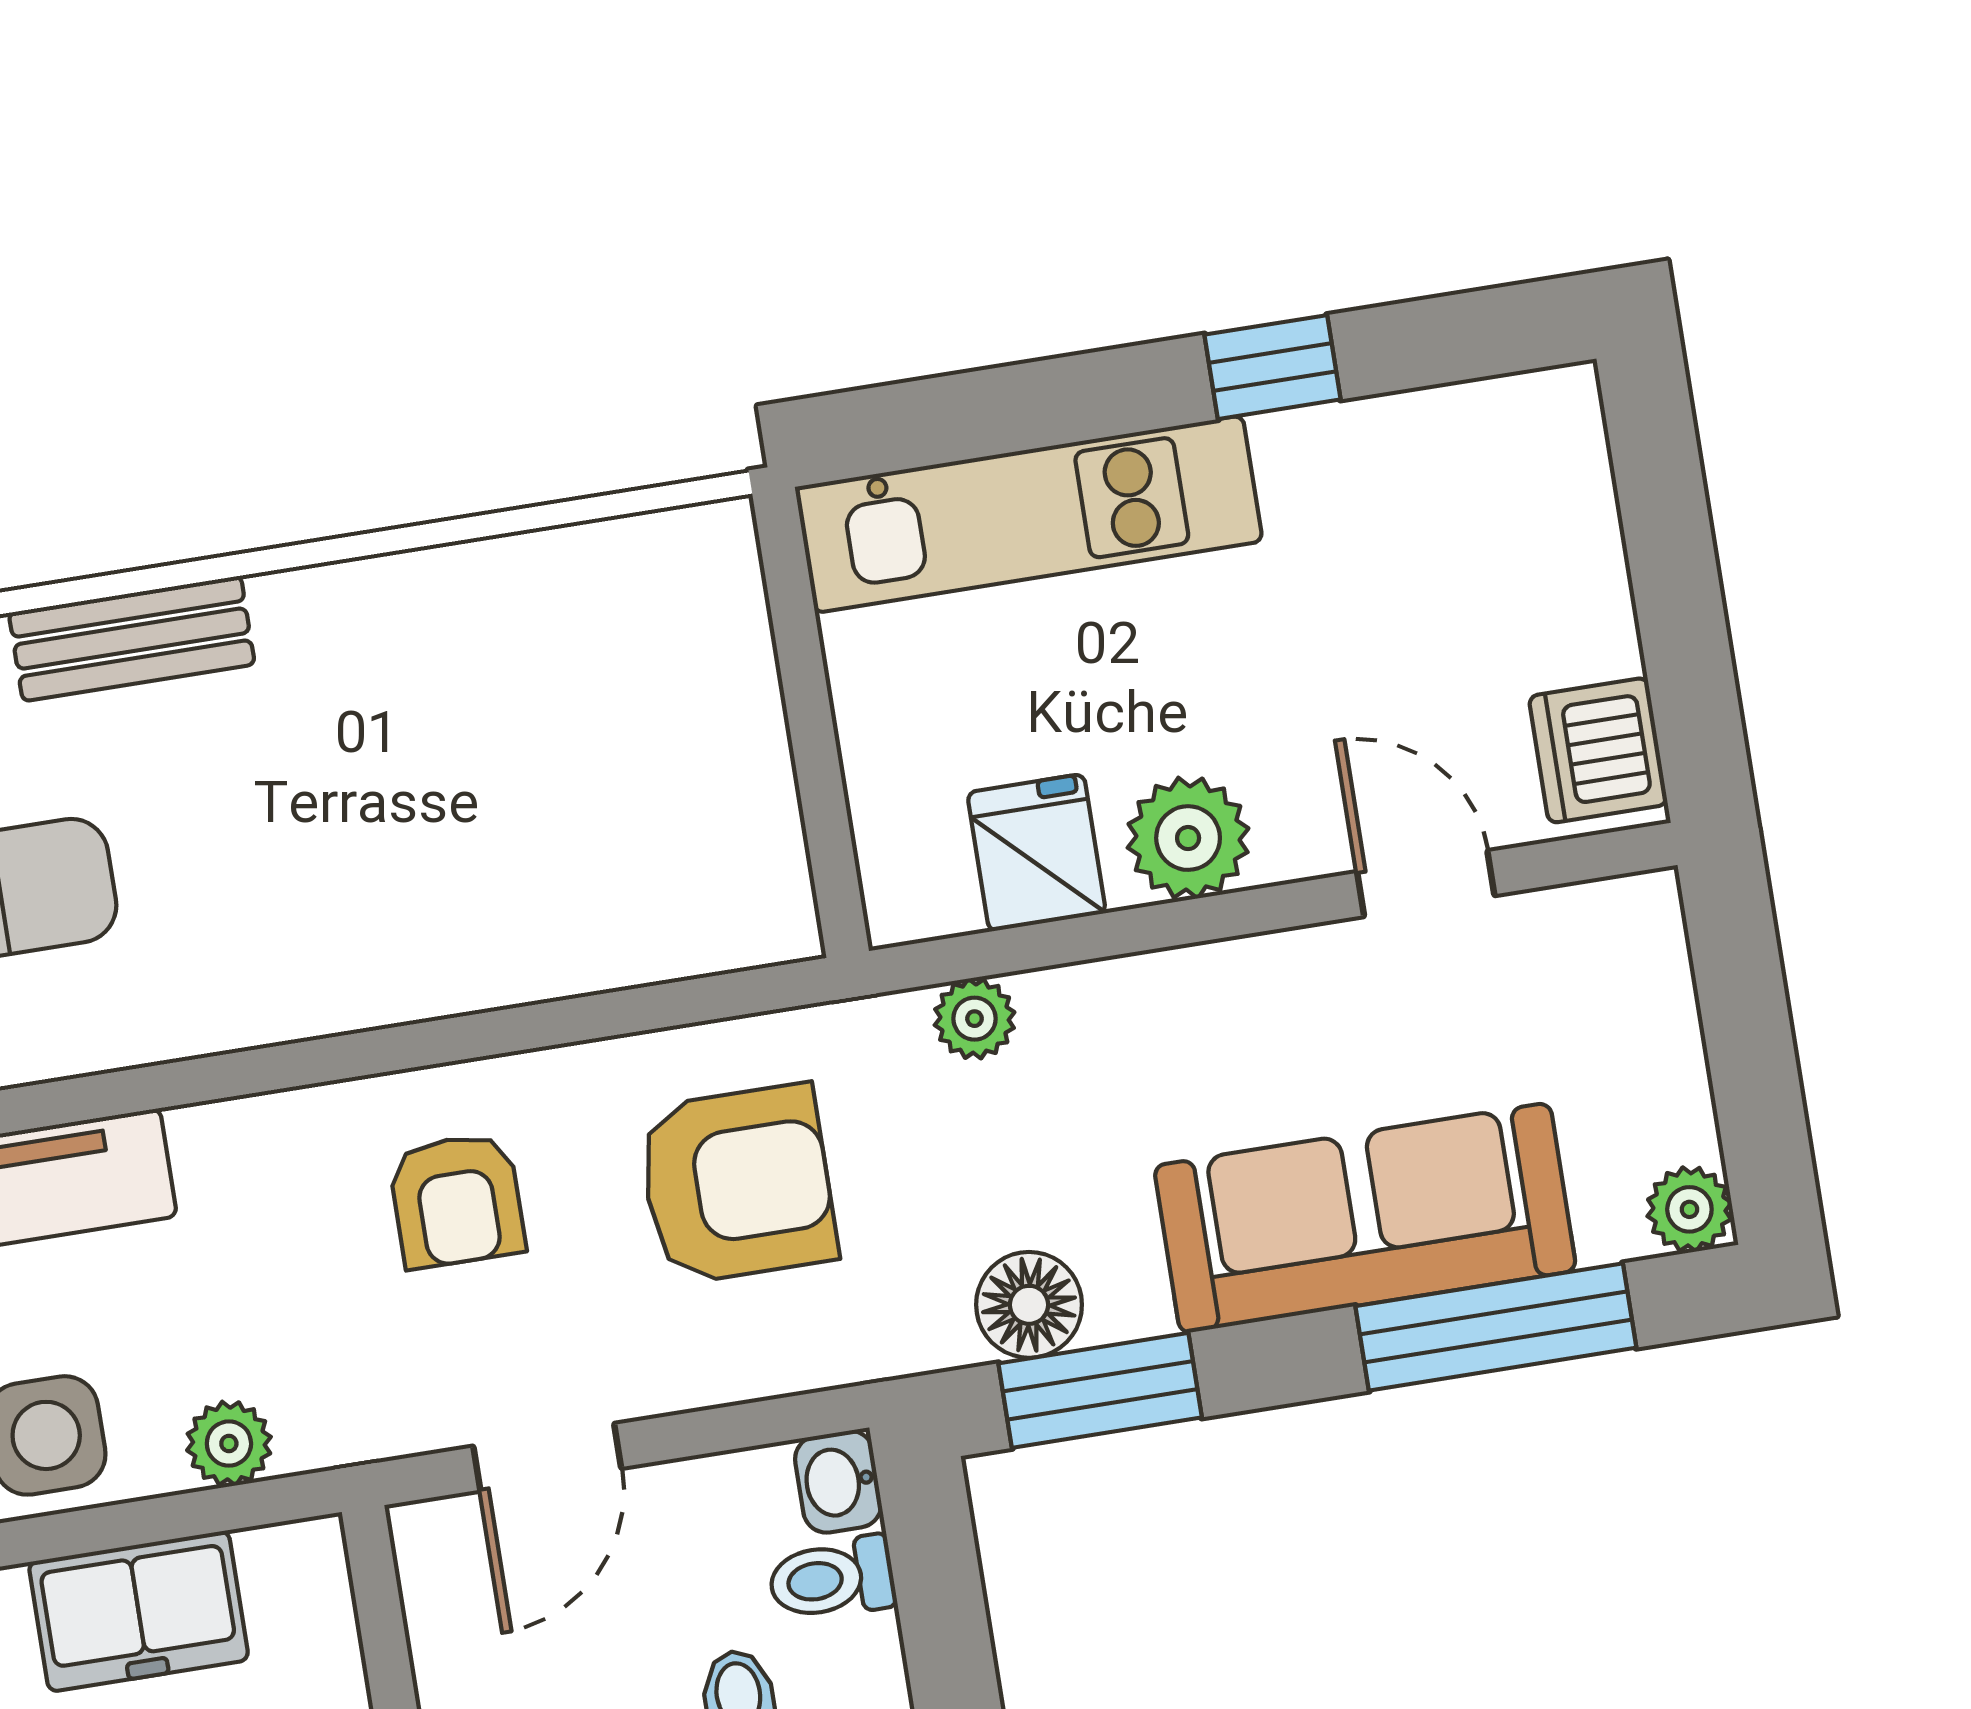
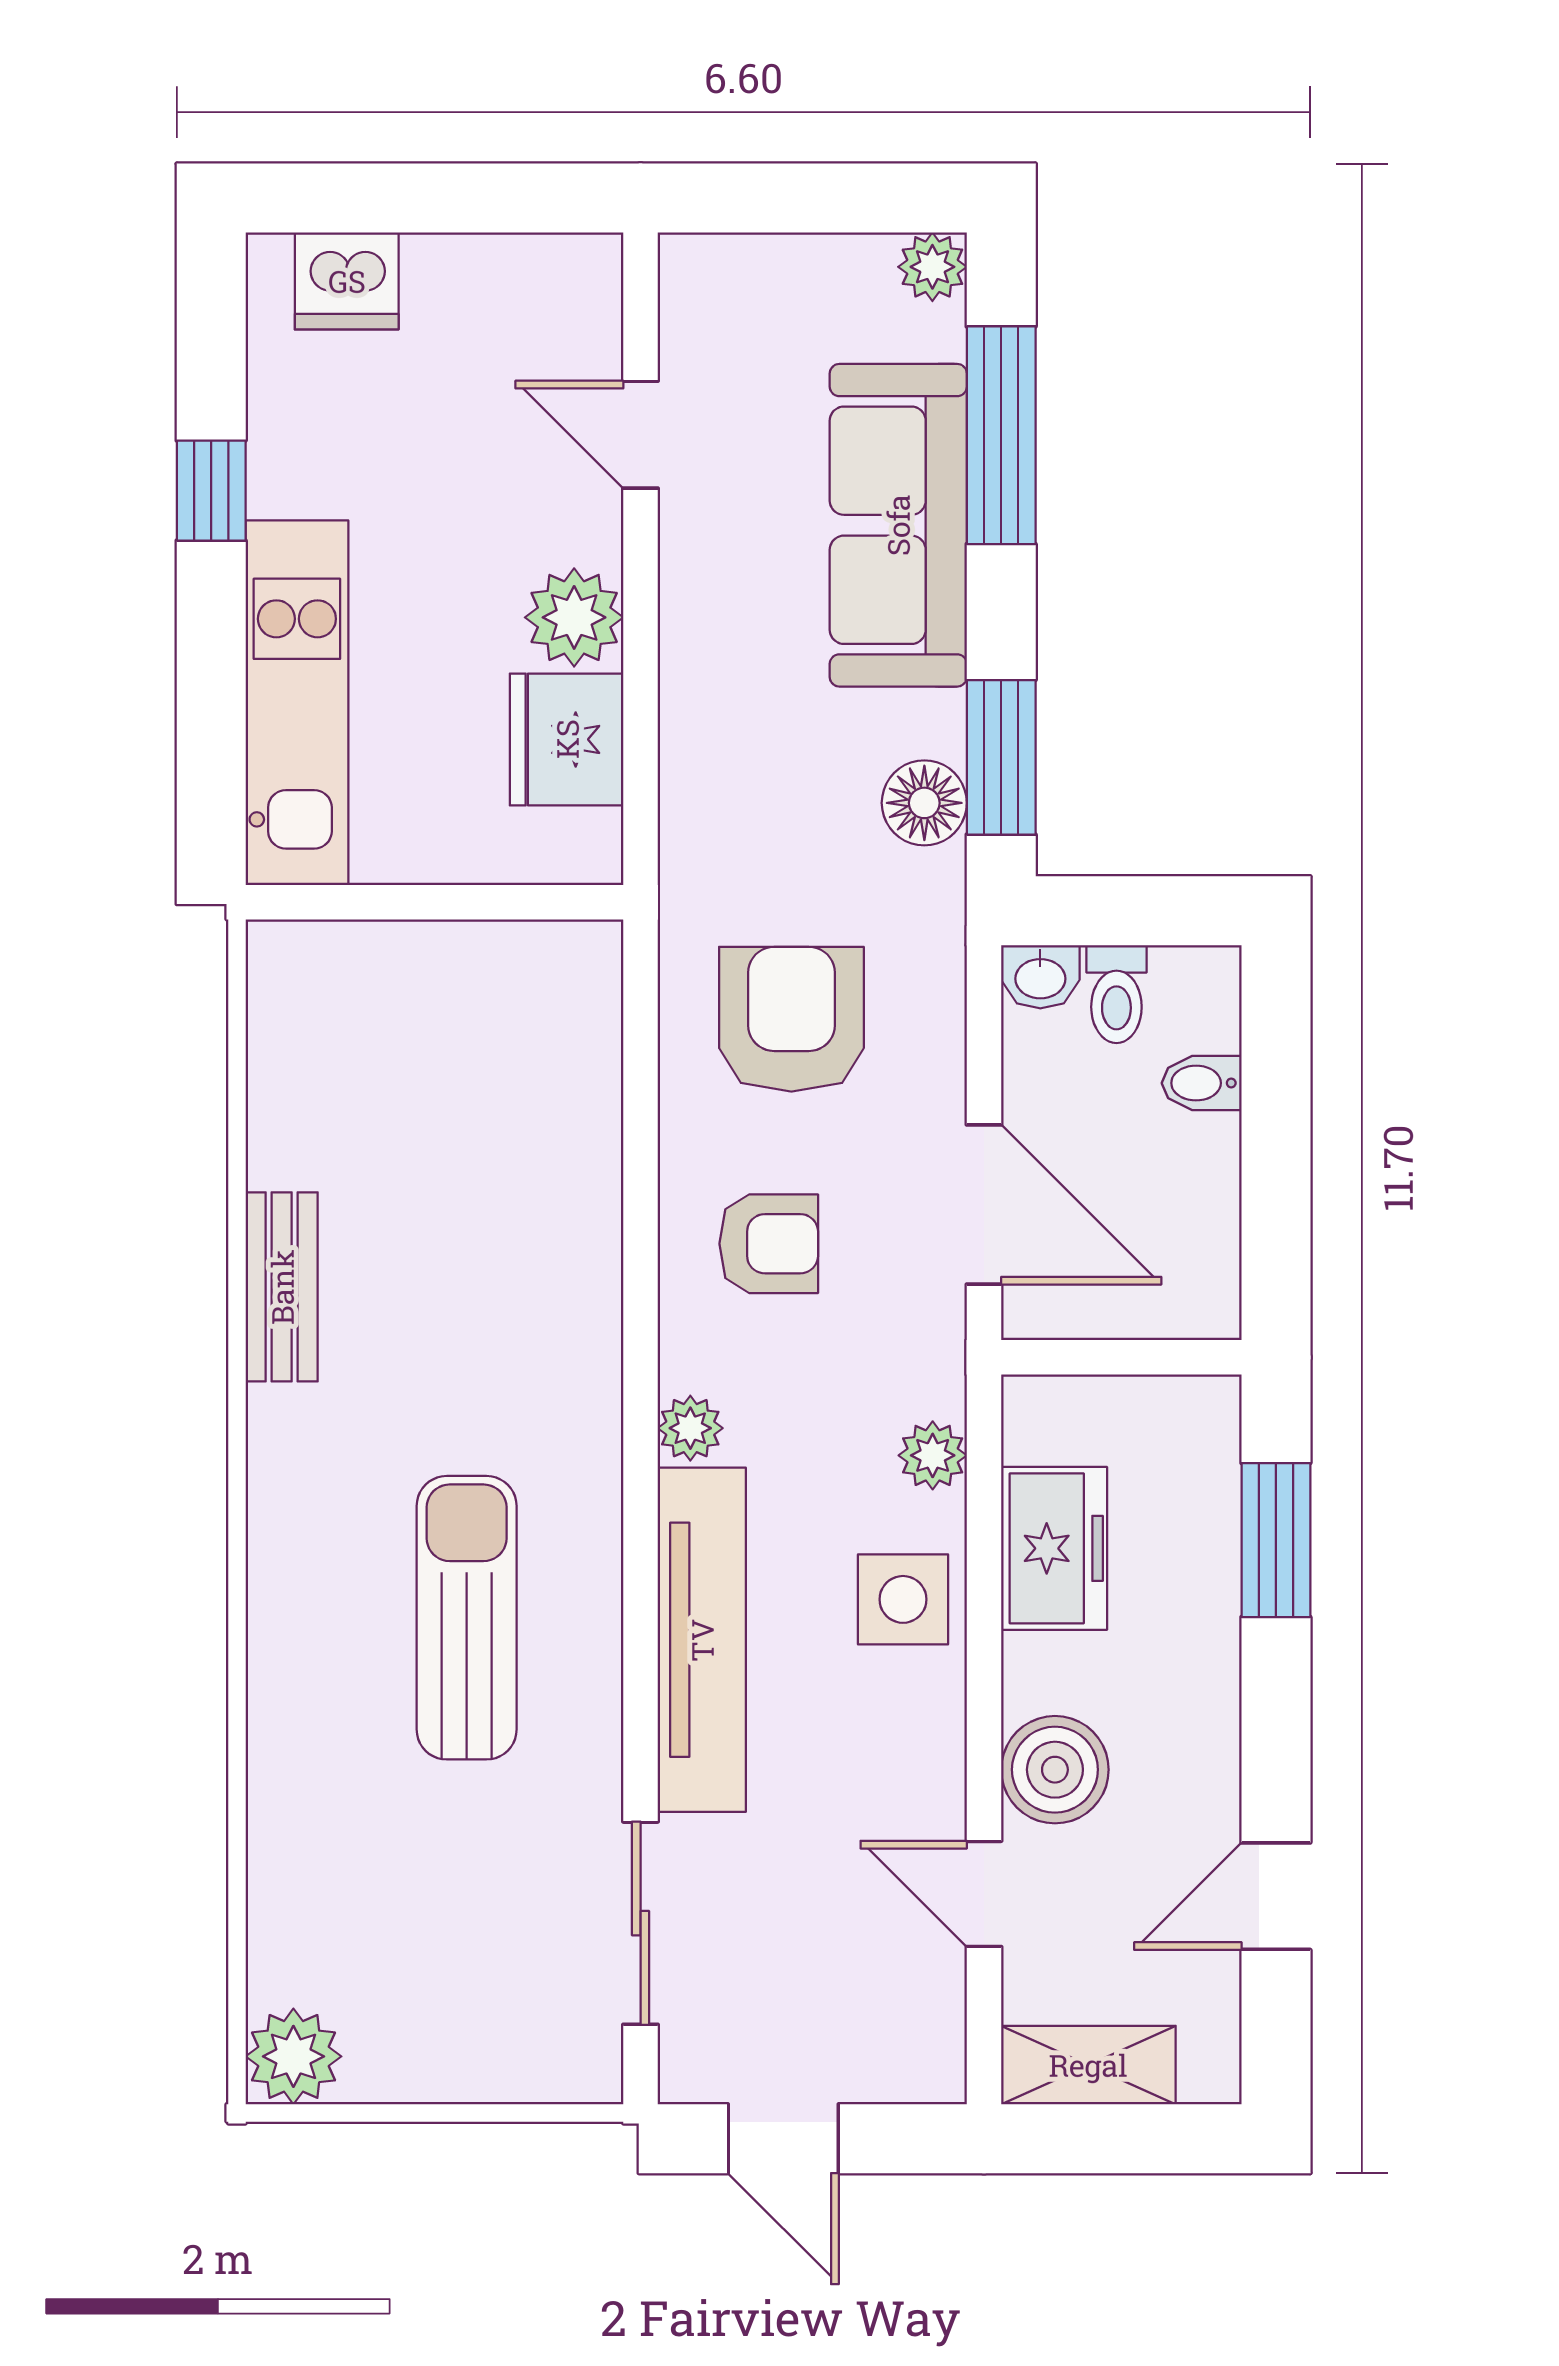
bench: (132, 639) -> (282, 1287), moved
dishwasher: (1598, 750) -> (347, 281), moved
fridge: (1037, 853) -> (567, 739), width x1.38
door: (1426, 884) -> (641, 435), hinge flipped
plant: (975, 1019) -> (690, 1428), moved
door: (547, 1457) -> (984, 1205), width x1.38

